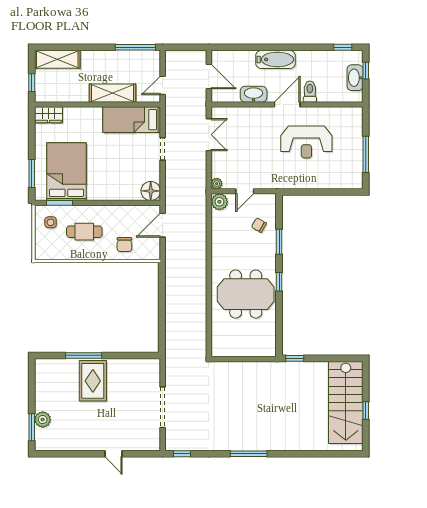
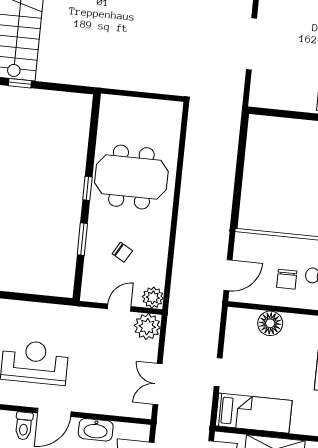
plant: (217, 184) -> (147, 327), width x1.87, depth x1.87
floor lamp: (151, 191) -> (270, 323), moved
chair: (259, 225) -> (122, 252), moved
chair: (124, 245) -> (287, 279), moved, turned 180
window: (295, 358) -> (20, 83), moved

